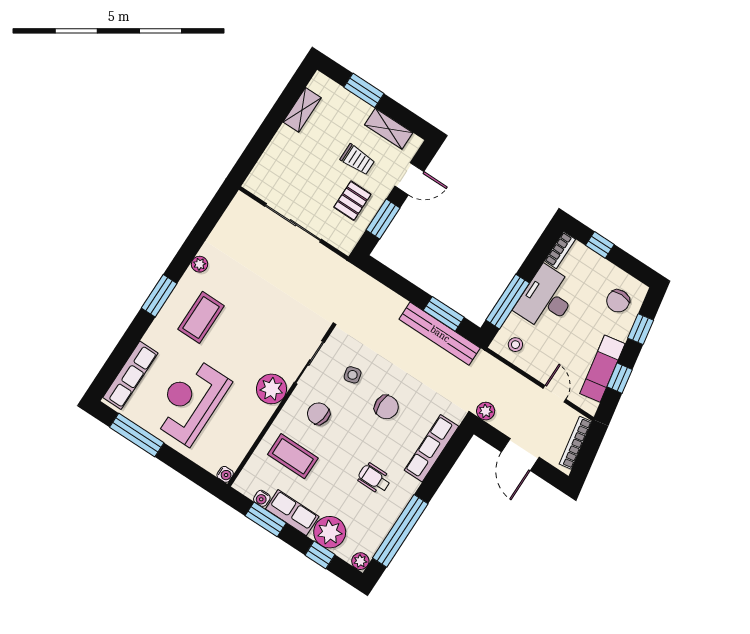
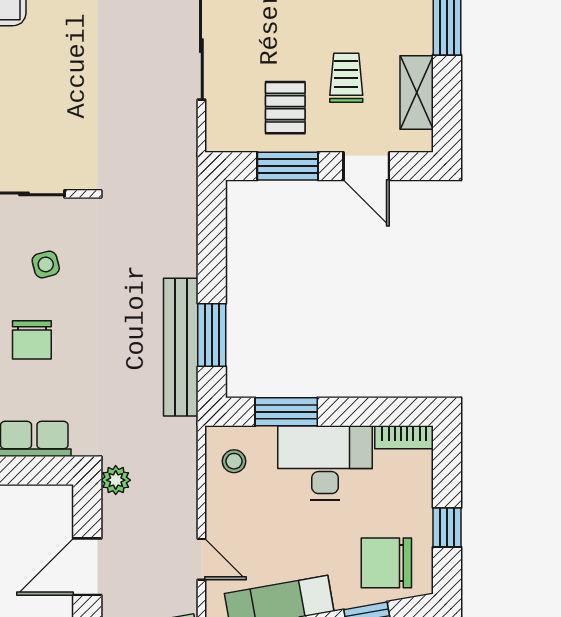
trolley: (358, 160) -> (346, 78), turned 180
pallet: (352, 201) -> (285, 108), turned 90
window: (600, 245) -> (447, 527), moved
chair: (618, 301) -> (386, 563), width x1.37, depth x1.37
window: (508, 302) -> (286, 412), width x0.69
door: (554, 394) -> (201, 559), hinge flipped

